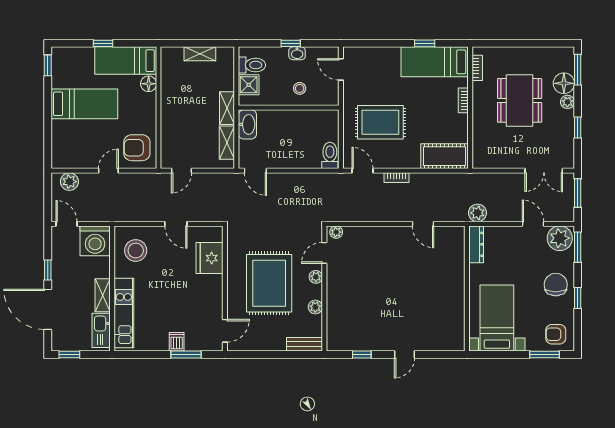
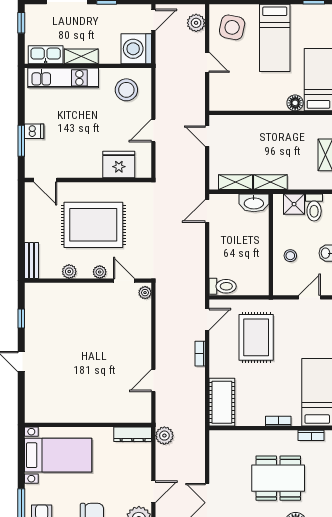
side table: (74, 146) -> (232, 27), added
armchair: (137, 148) -> (230, 91), removed

